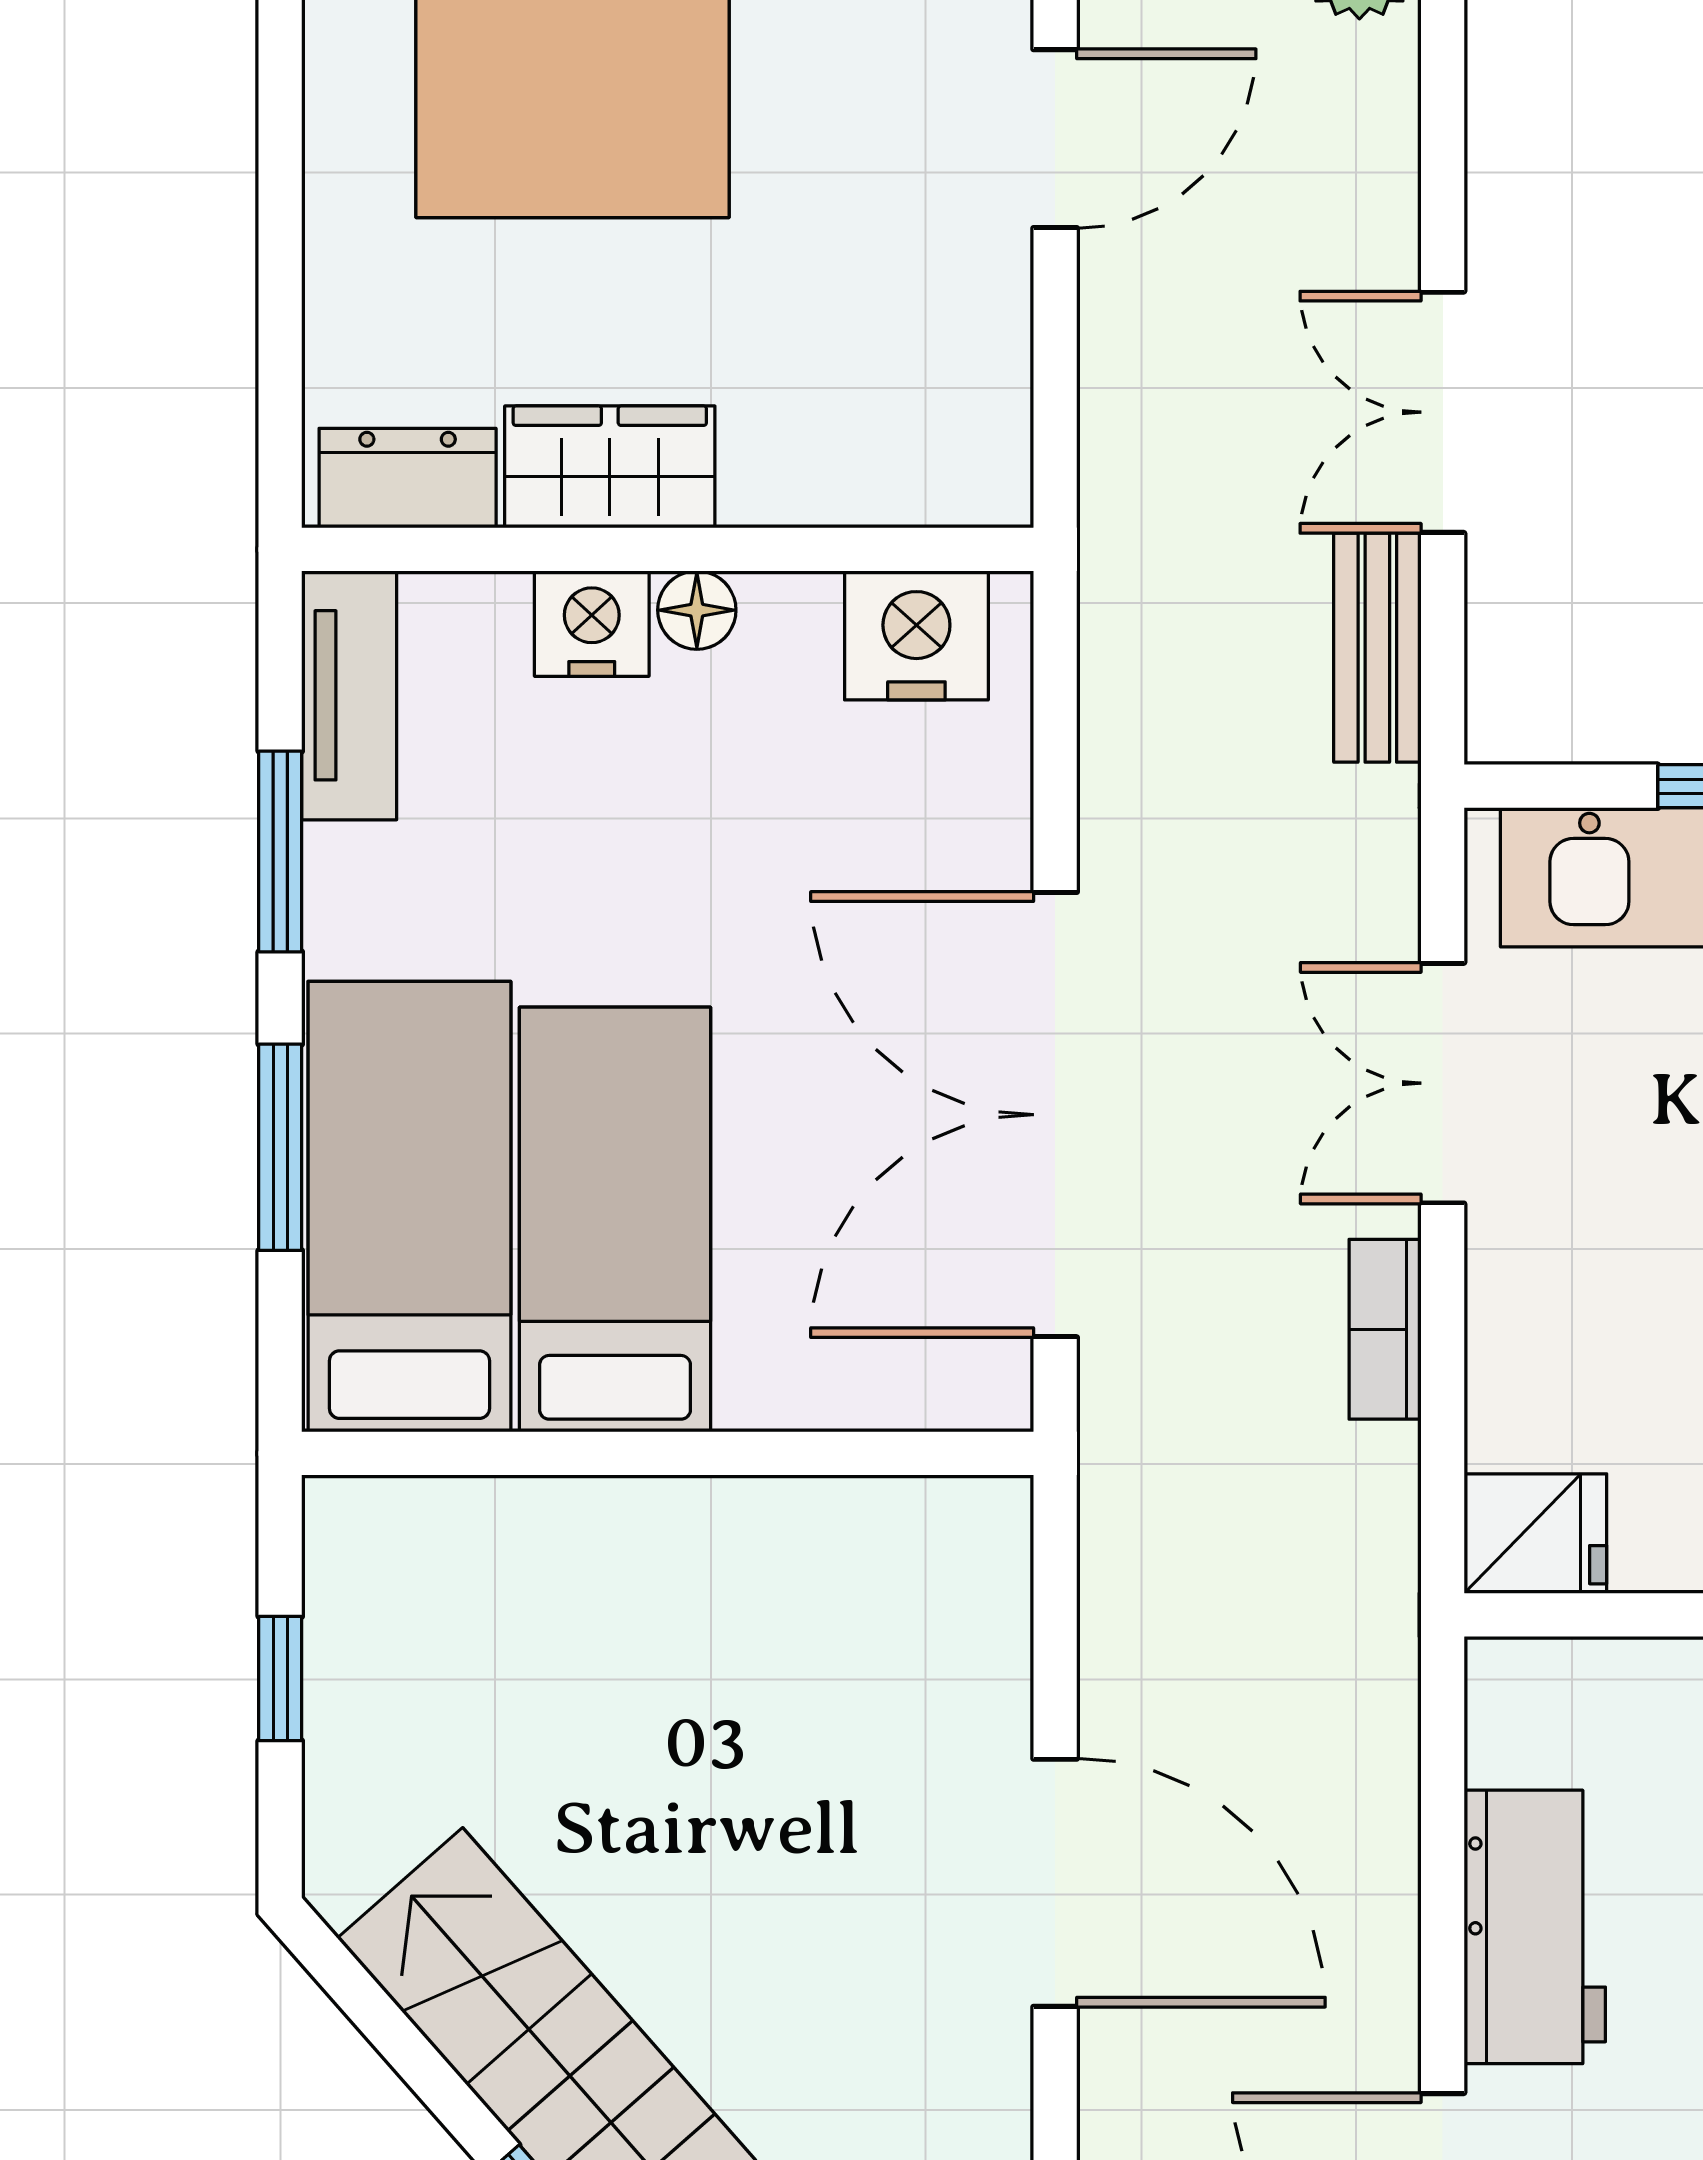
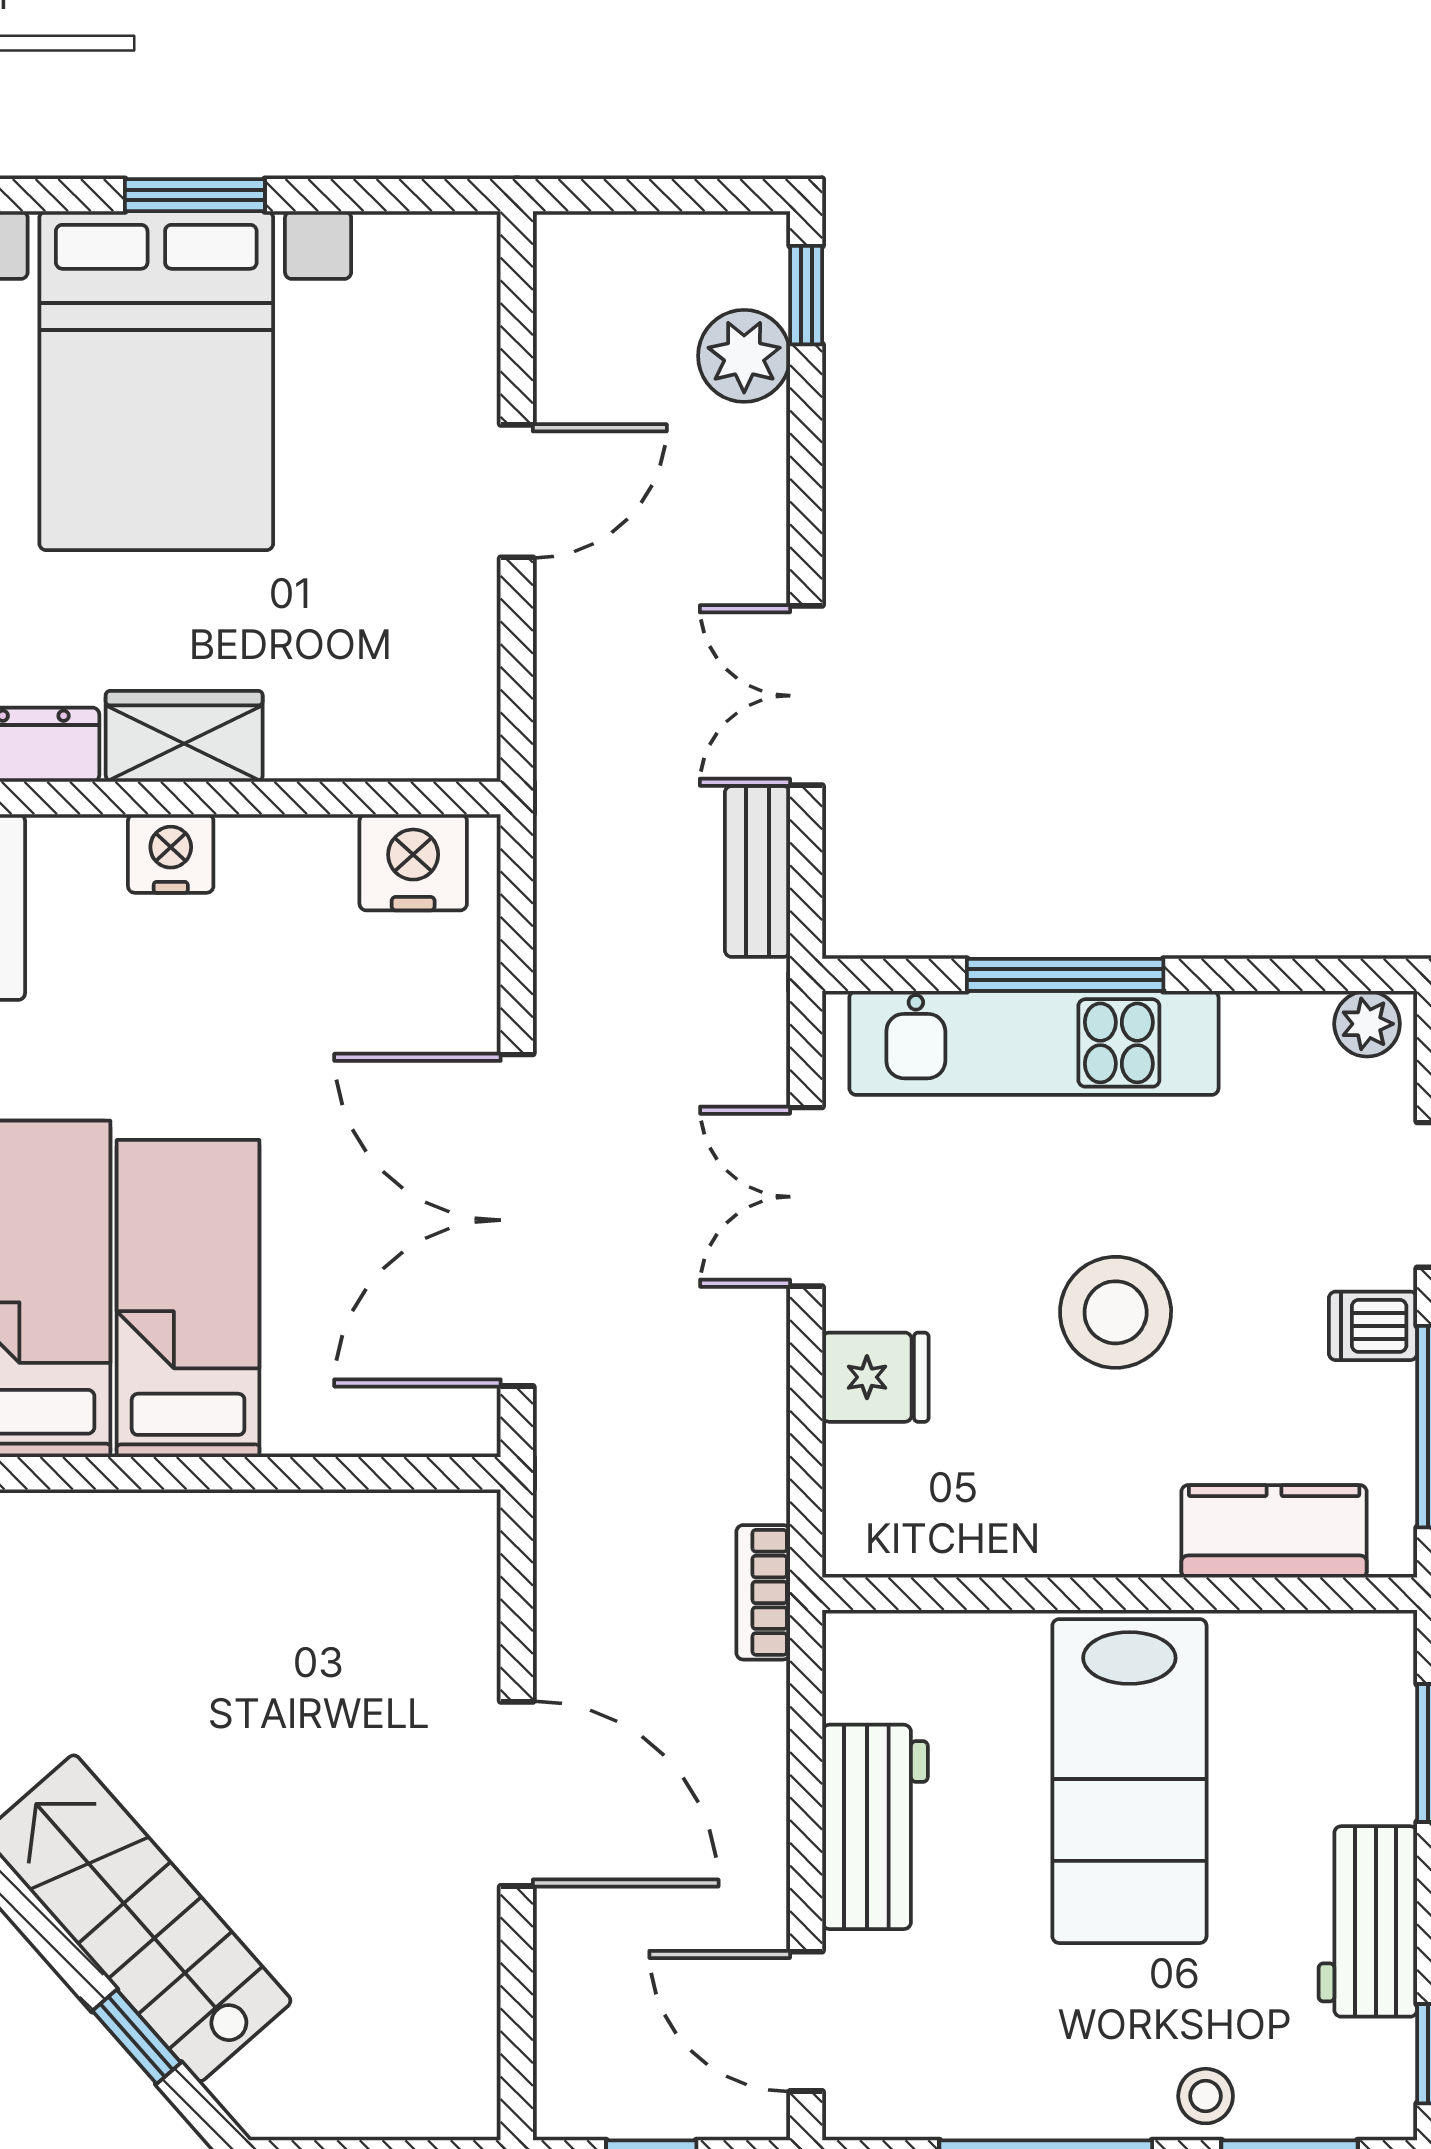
floor lamp: (697, 610) -> (249, 843), removed
bookcase: (1385, 1329) -> (763, 1592), moved
fridge: (1535, 1534) -> (875, 1377), moved

